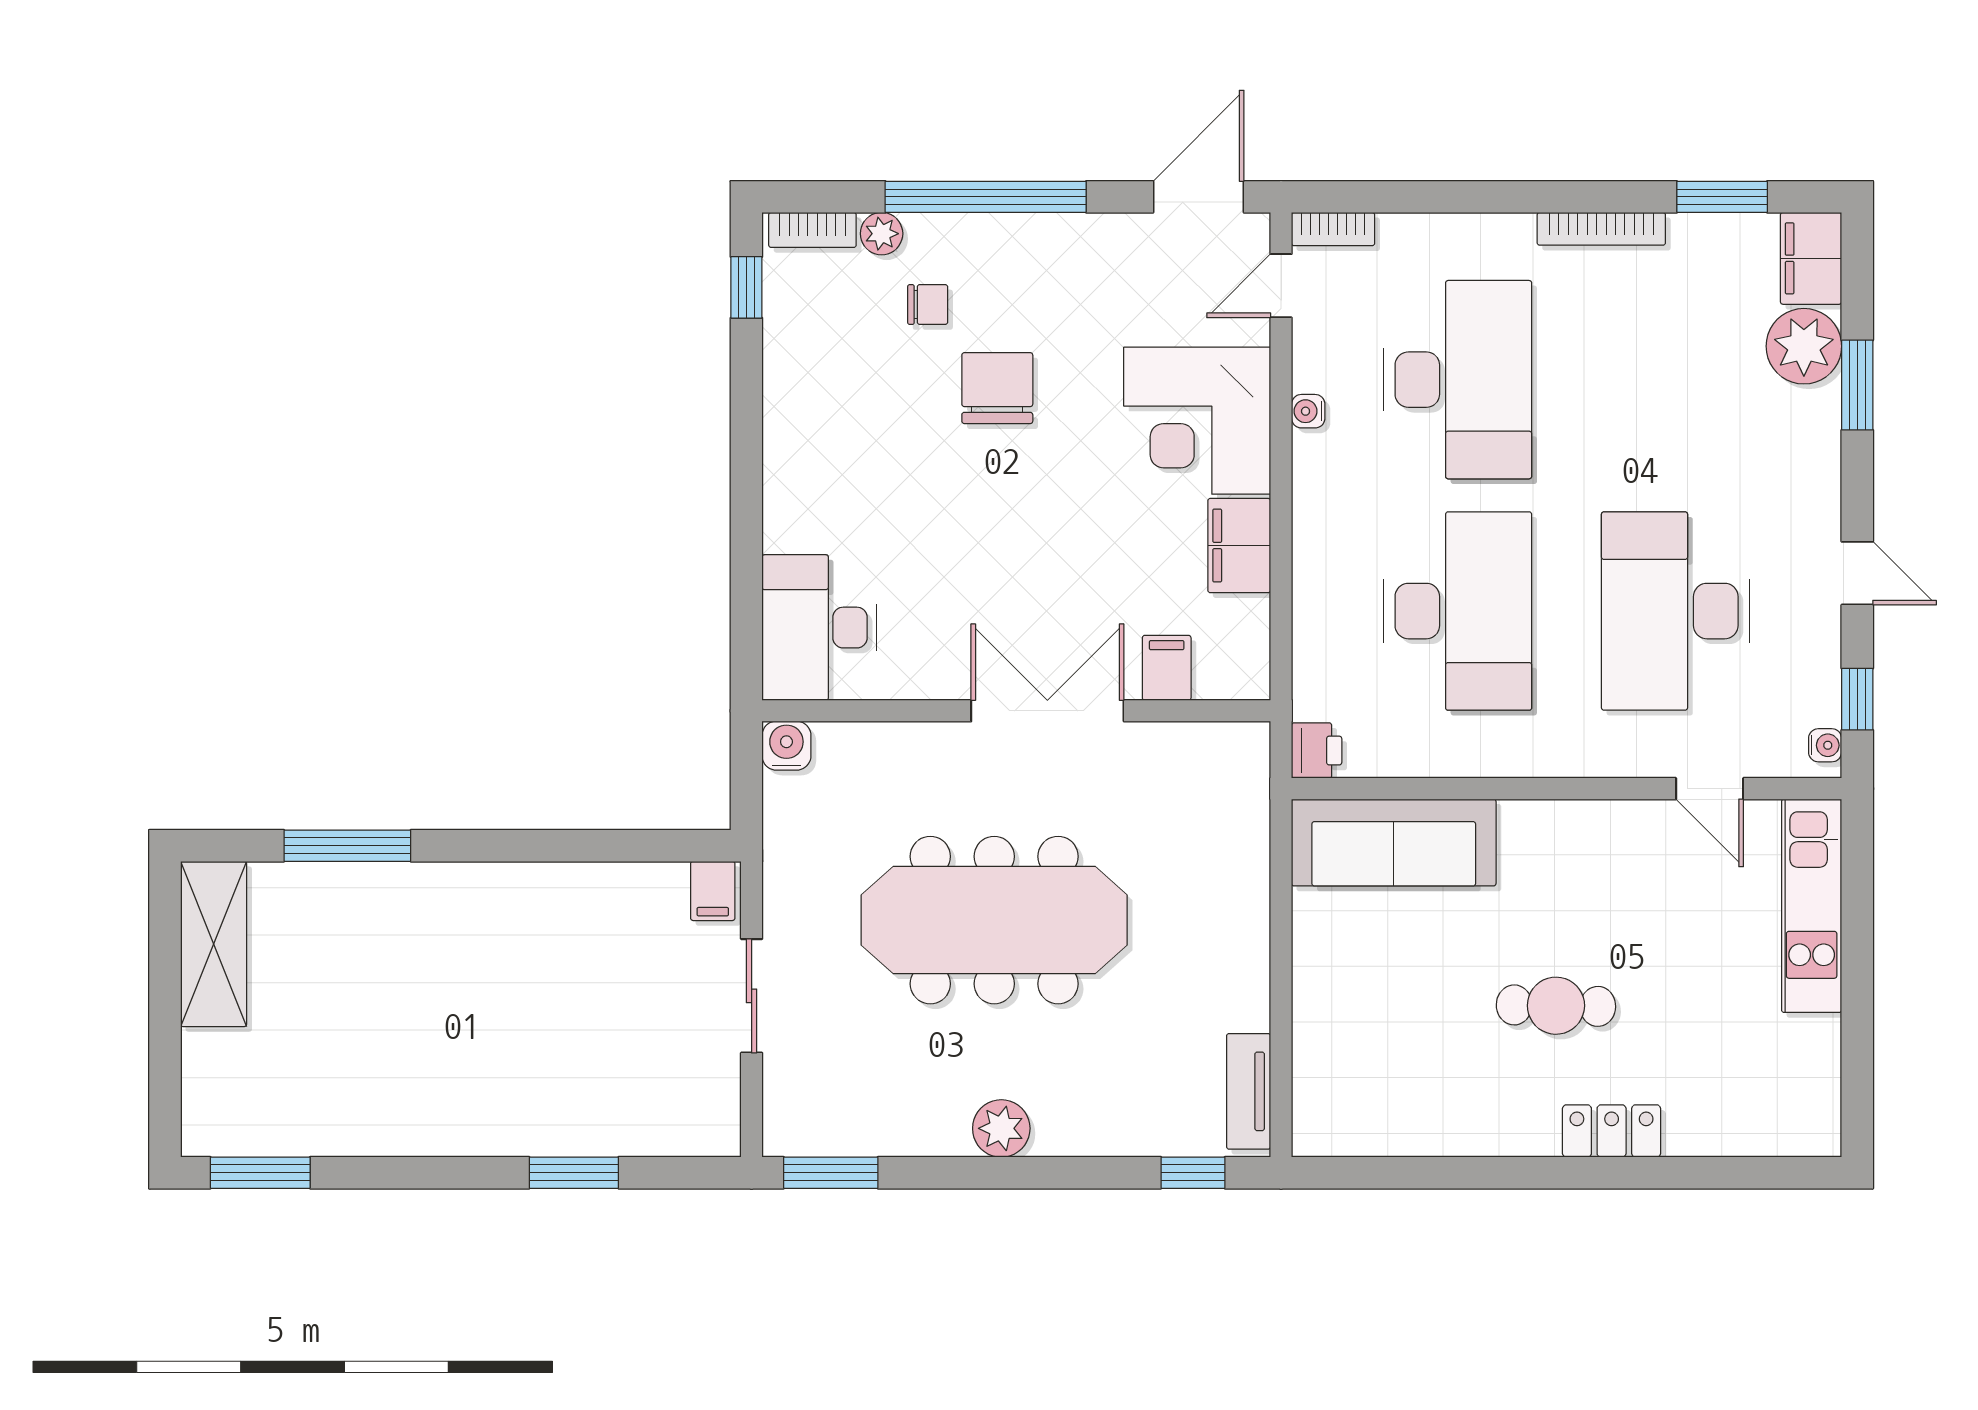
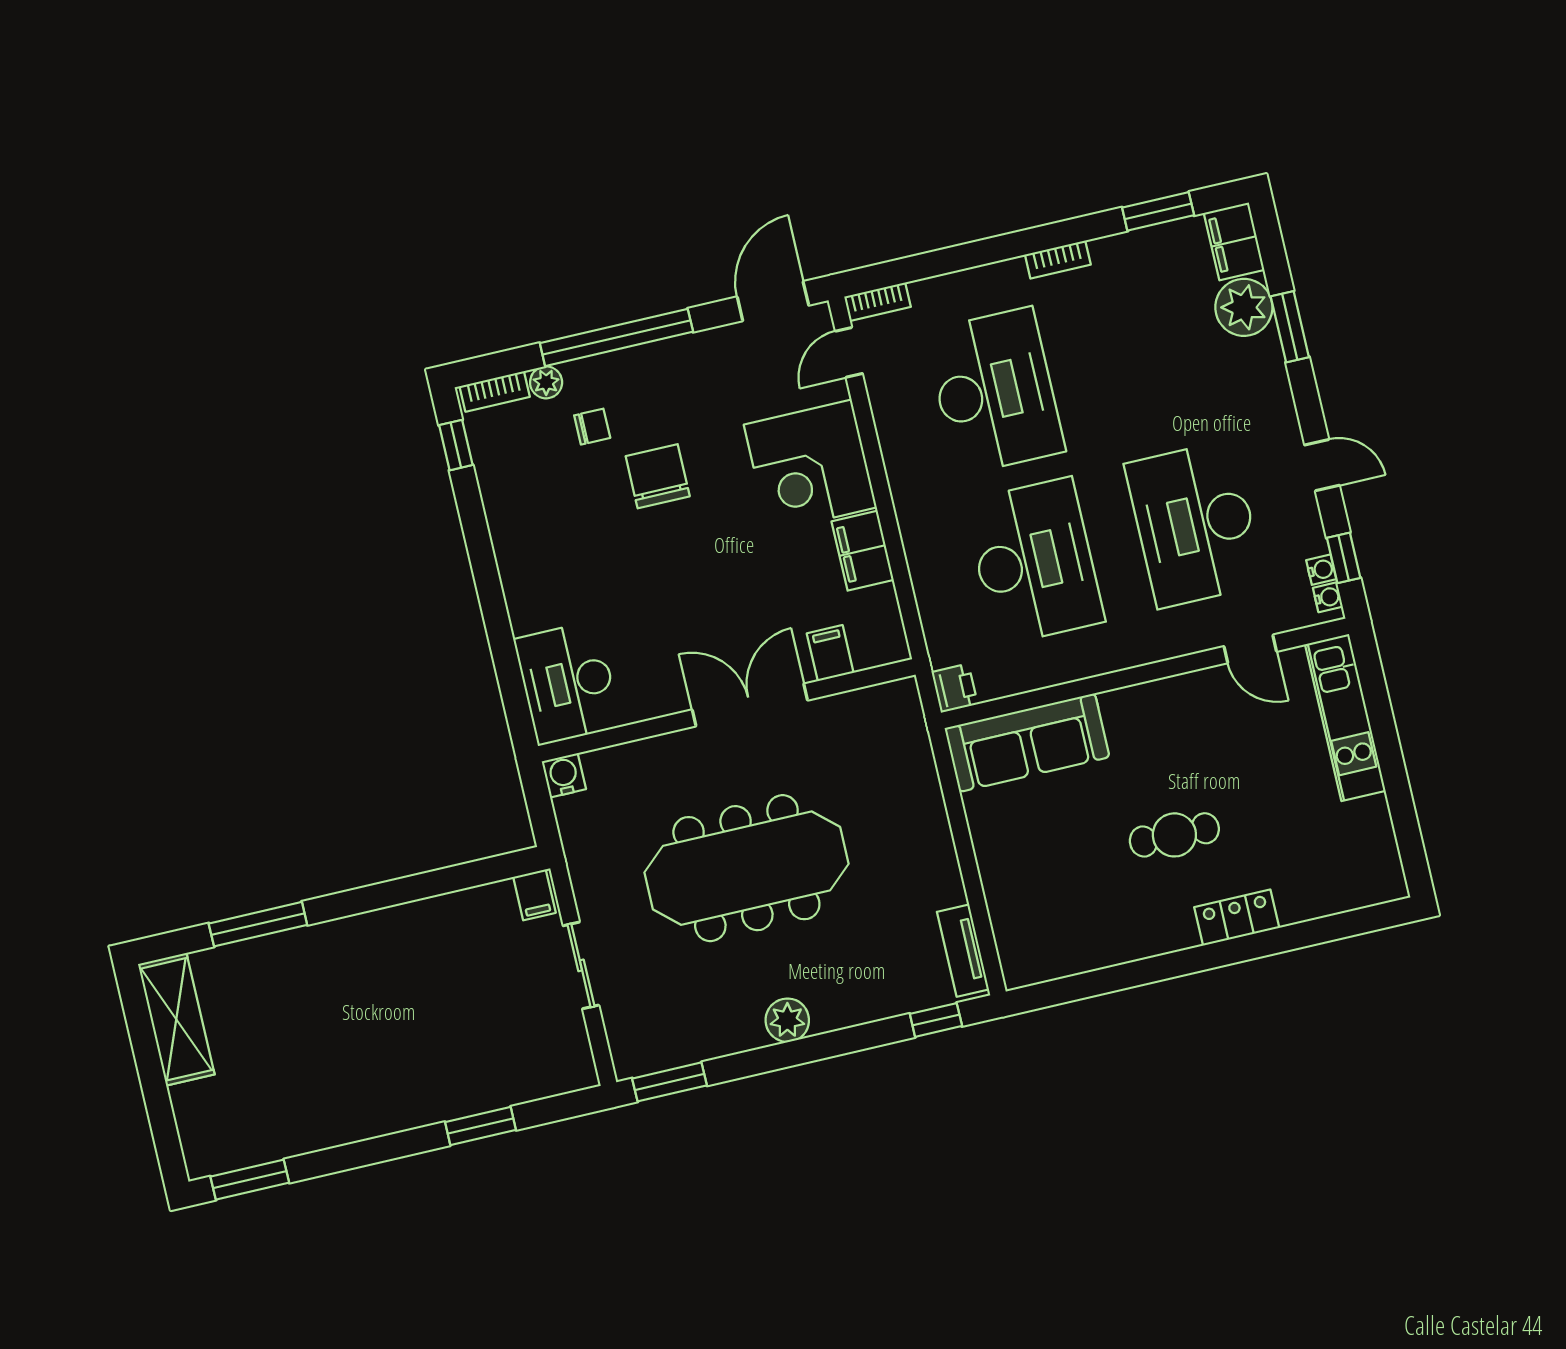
bookcase: (1601, 229) -> (1058, 260), width x0.64
water cooler: (1308, 411) -> (1321, 570), moved, turned 180

